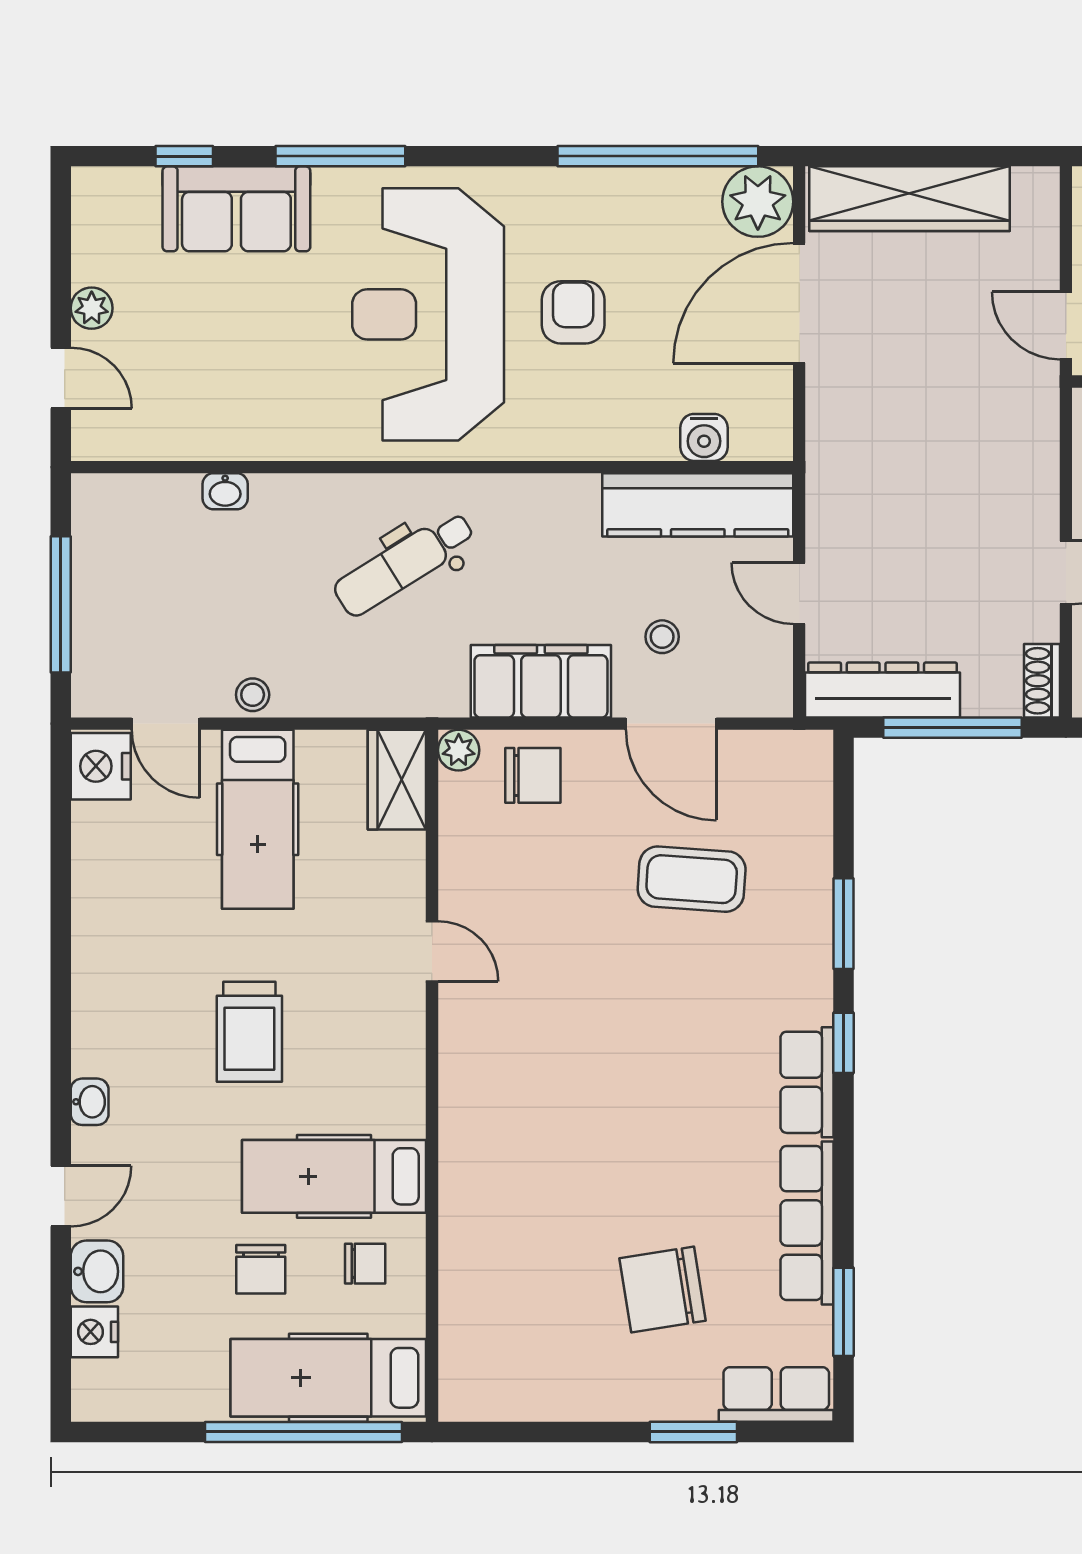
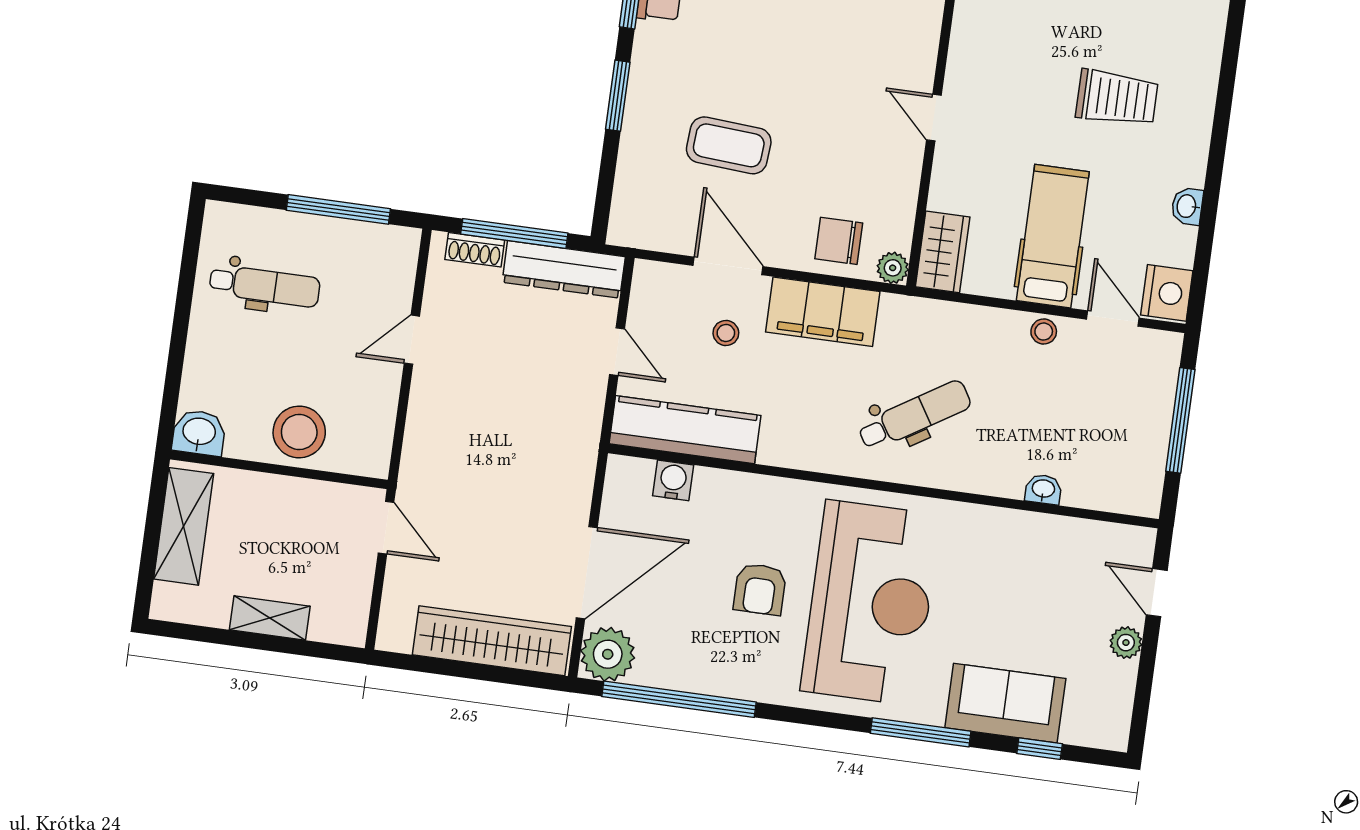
shoe rack: (1042, 681) -> (475, 250), moved, turned 90
trolley: (249, 1032) -> (1117, 98), moved, turned 90
washbasin: (90, 1102) -> (1187, 206), moved

